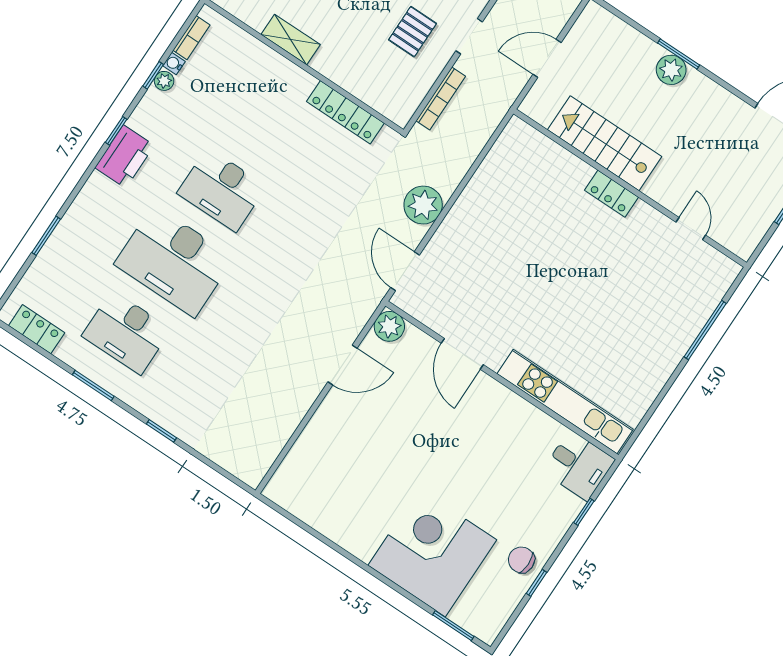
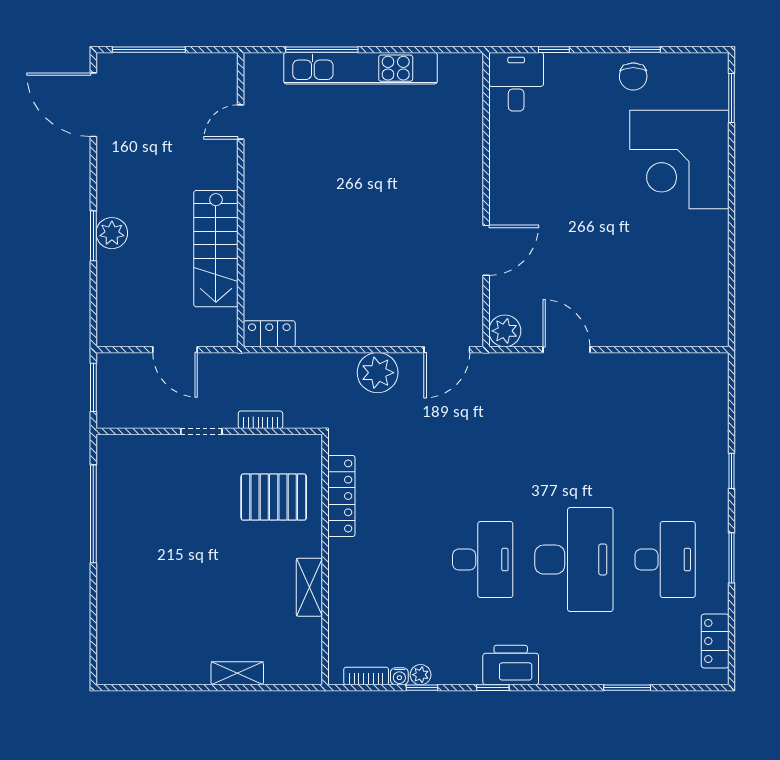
pallet: (412, 32) -> (274, 497), moved, width x1.50, depth x1.42
bookcase: (441, 98) -> (261, 420), width x0.64
locker: (611, 194) -> (269, 334), moved, turned -90
kitchen unit: (565, 402) -> (360, 68), moved, turned -90

